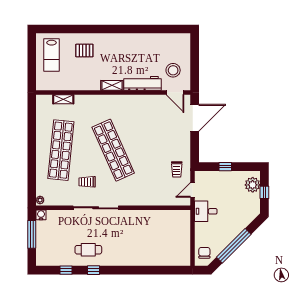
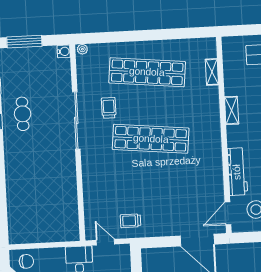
shelving: (112, 85) -> (232, 110), moved
shop shelf: (113, 150) -> (151, 139), turned 30
window: (32, 234) -> (24, 42), moved

